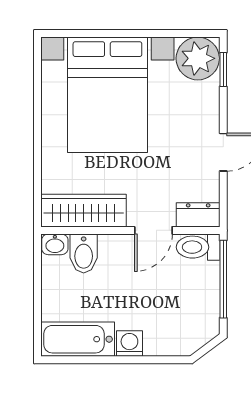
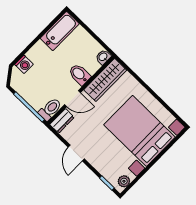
plant: (198, 58) -> (124, 181), width x0.53, depth x0.53
door: (153, 230) -> (73, 99), swing flipped
bidet: (84, 253) -> (80, 74), moved
washing machine: (129, 344) -> (24, 64), moved

